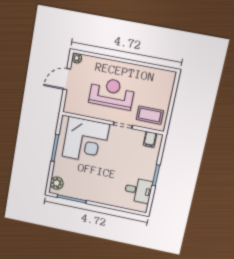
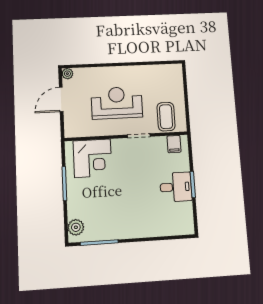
coffee table: (150, 115) -> (166, 117), turned 90
corner desk: (86, 140) -> (93, 158), width x0.74, depth x0.74
desk: (138, 190) -> (176, 187), moved

